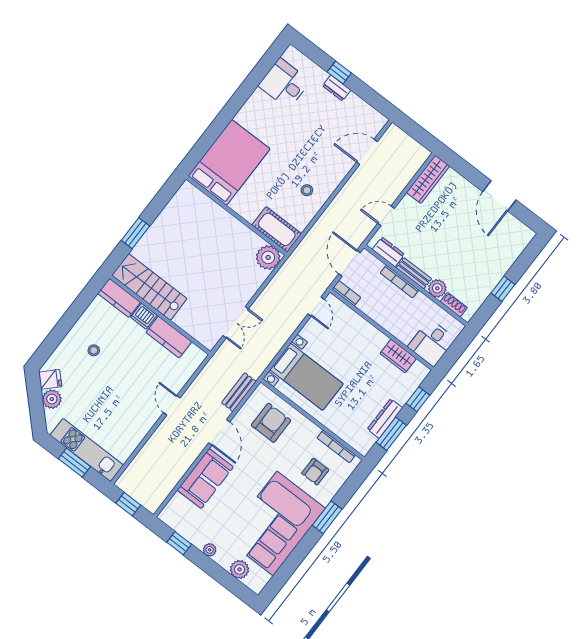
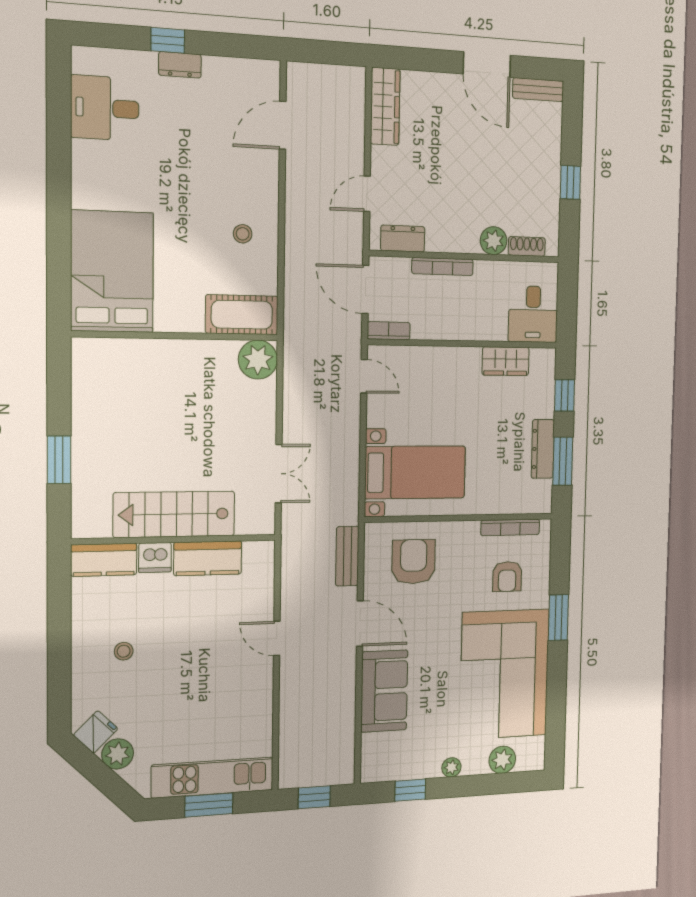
bench: (414, 273) -> (538, 90), moved
stairs: (149, 287) -> (174, 514), moved

